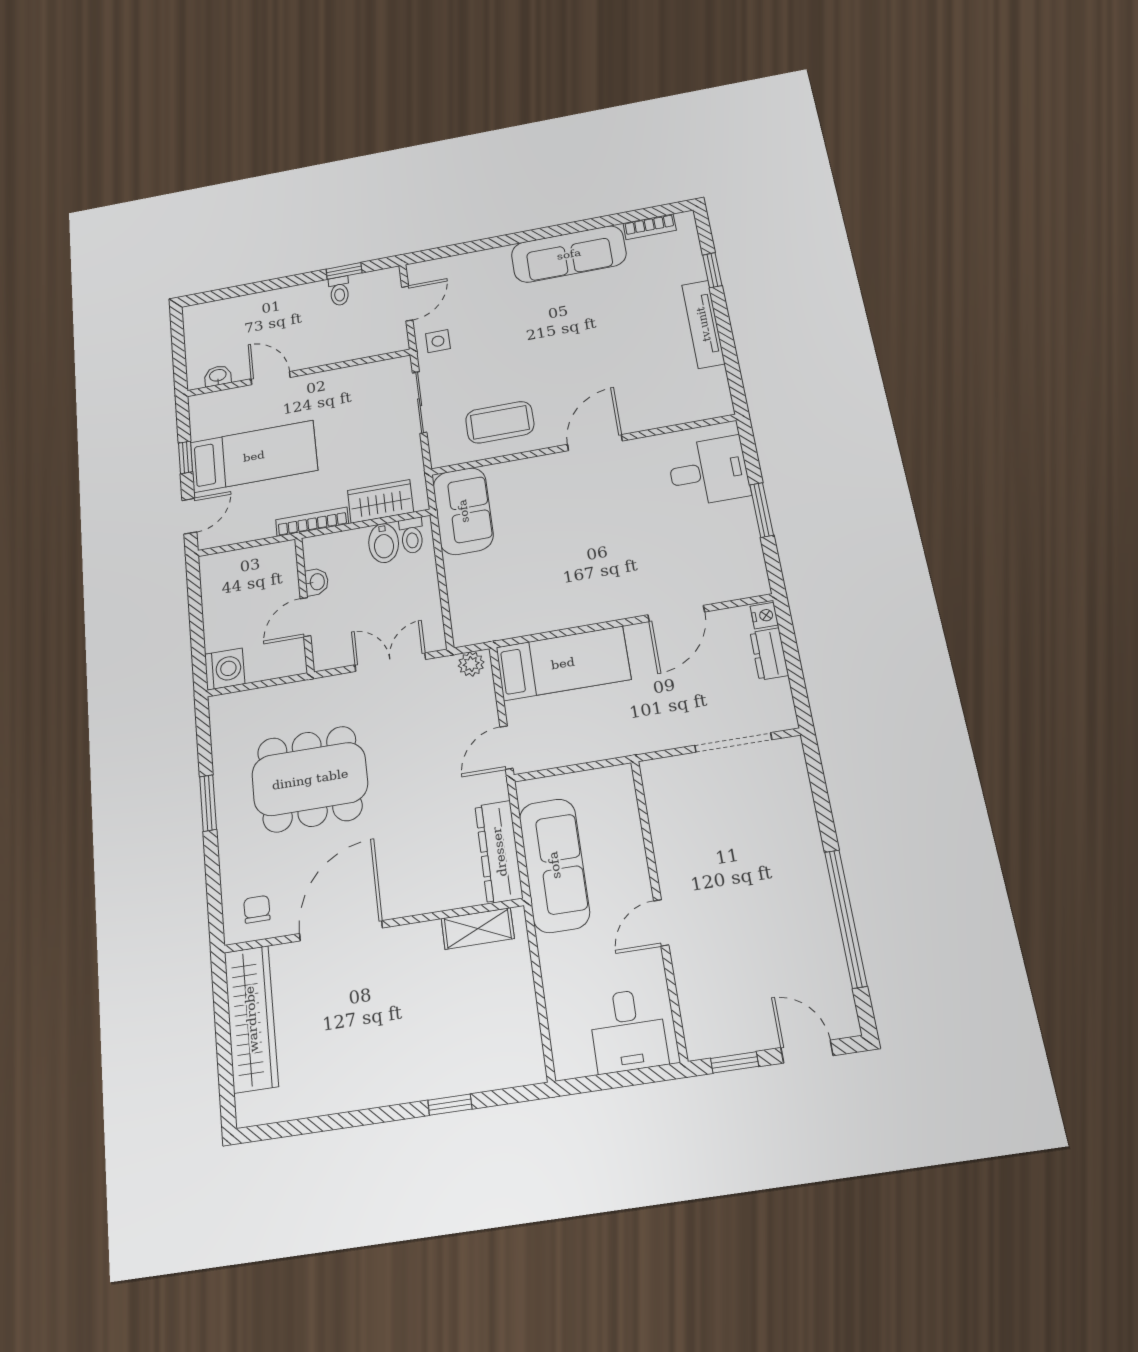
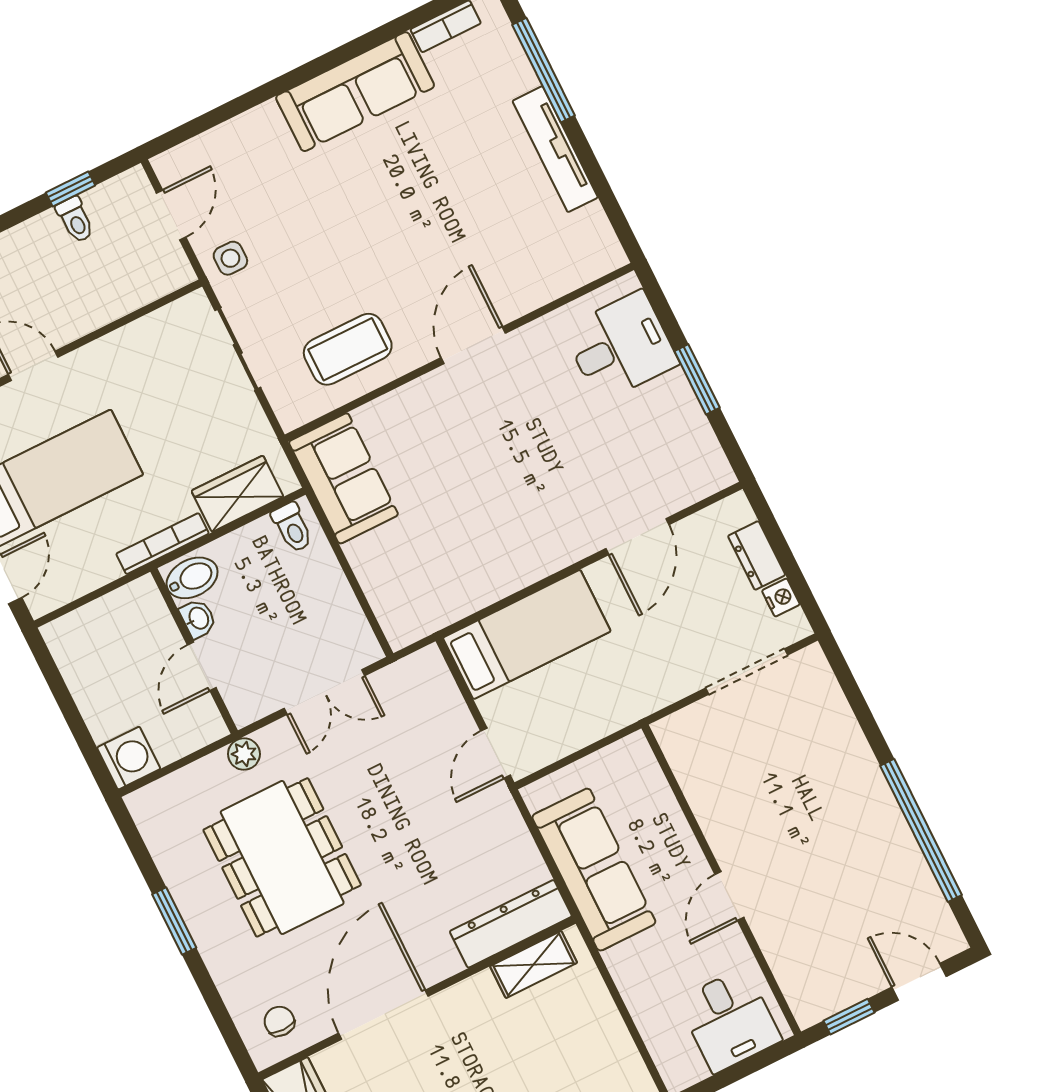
window: (712, 270) -> (544, 70), width x2.17
bidet: (384, 543) -> (192, 578), moved, turned -90
nightstand: (764, 616) -> (781, 598), moved
double door: (390, 662) -> (324, 692), swing flipped
plant: (471, 664) -> (244, 754), moved
dining table: (310, 779) -> (282, 857), turned 90
dresser: (499, 852) -> (511, 924), moved, turned 90

